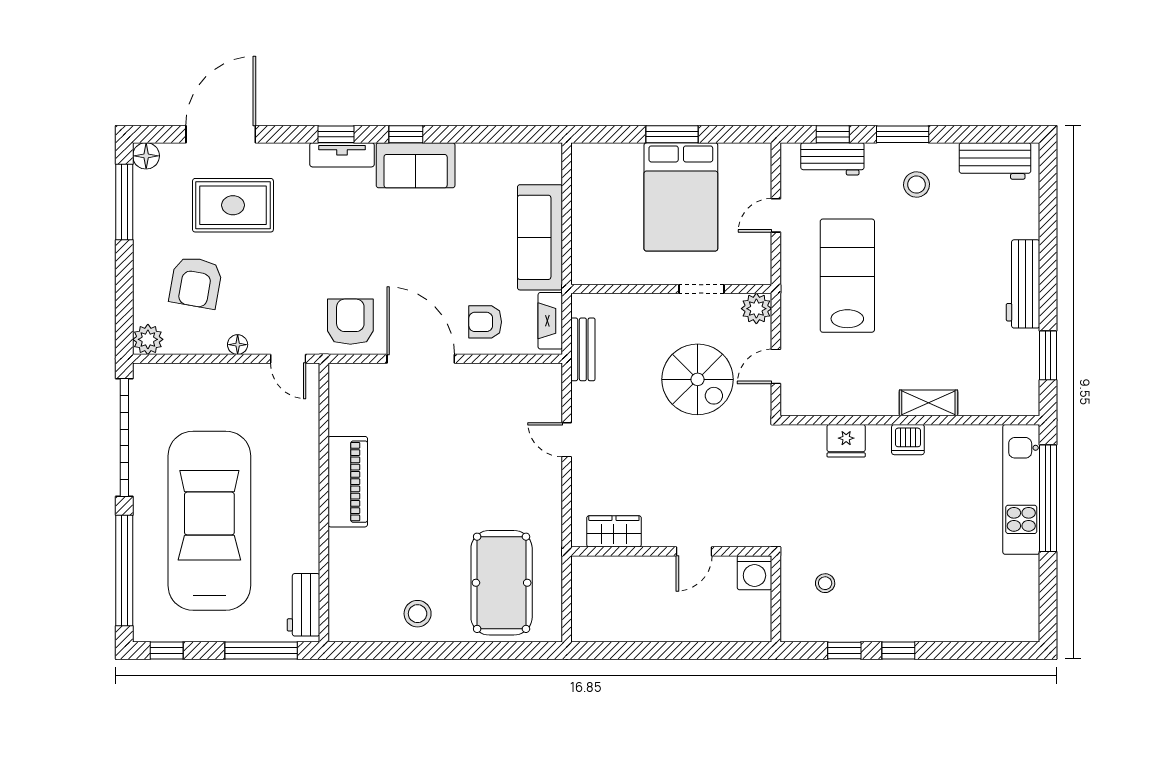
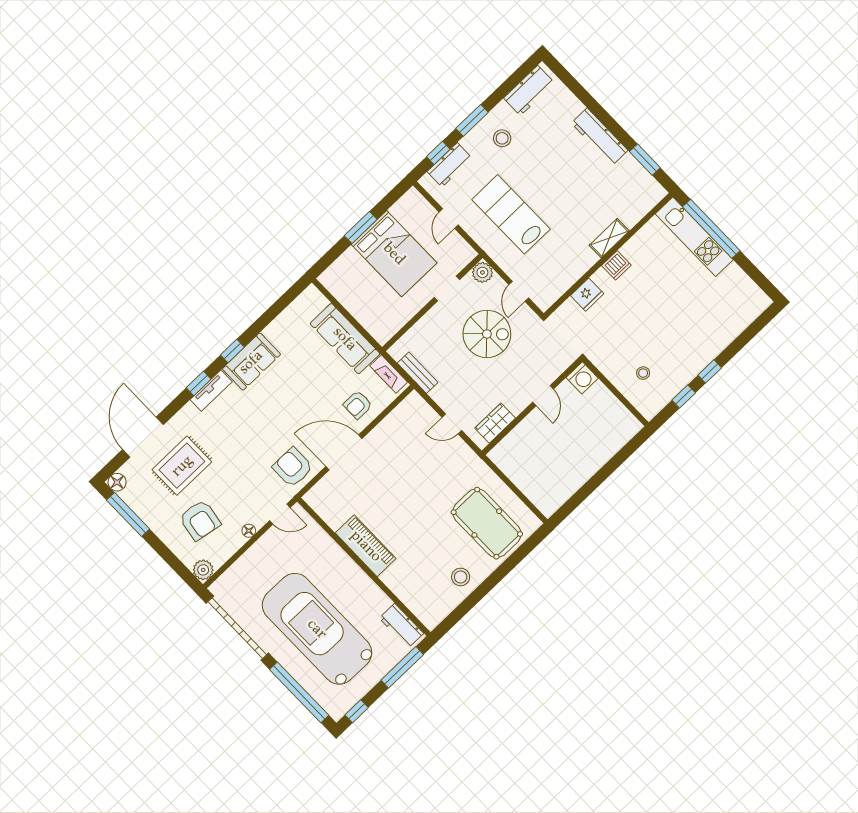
wardrobe: (614, 531) -> (495, 423), moved
wall: (671, 551) -> (532, 406), moved
door: (694, 551) -> (543, 396), moved
washing machine: (754, 573) -> (582, 378), moved

